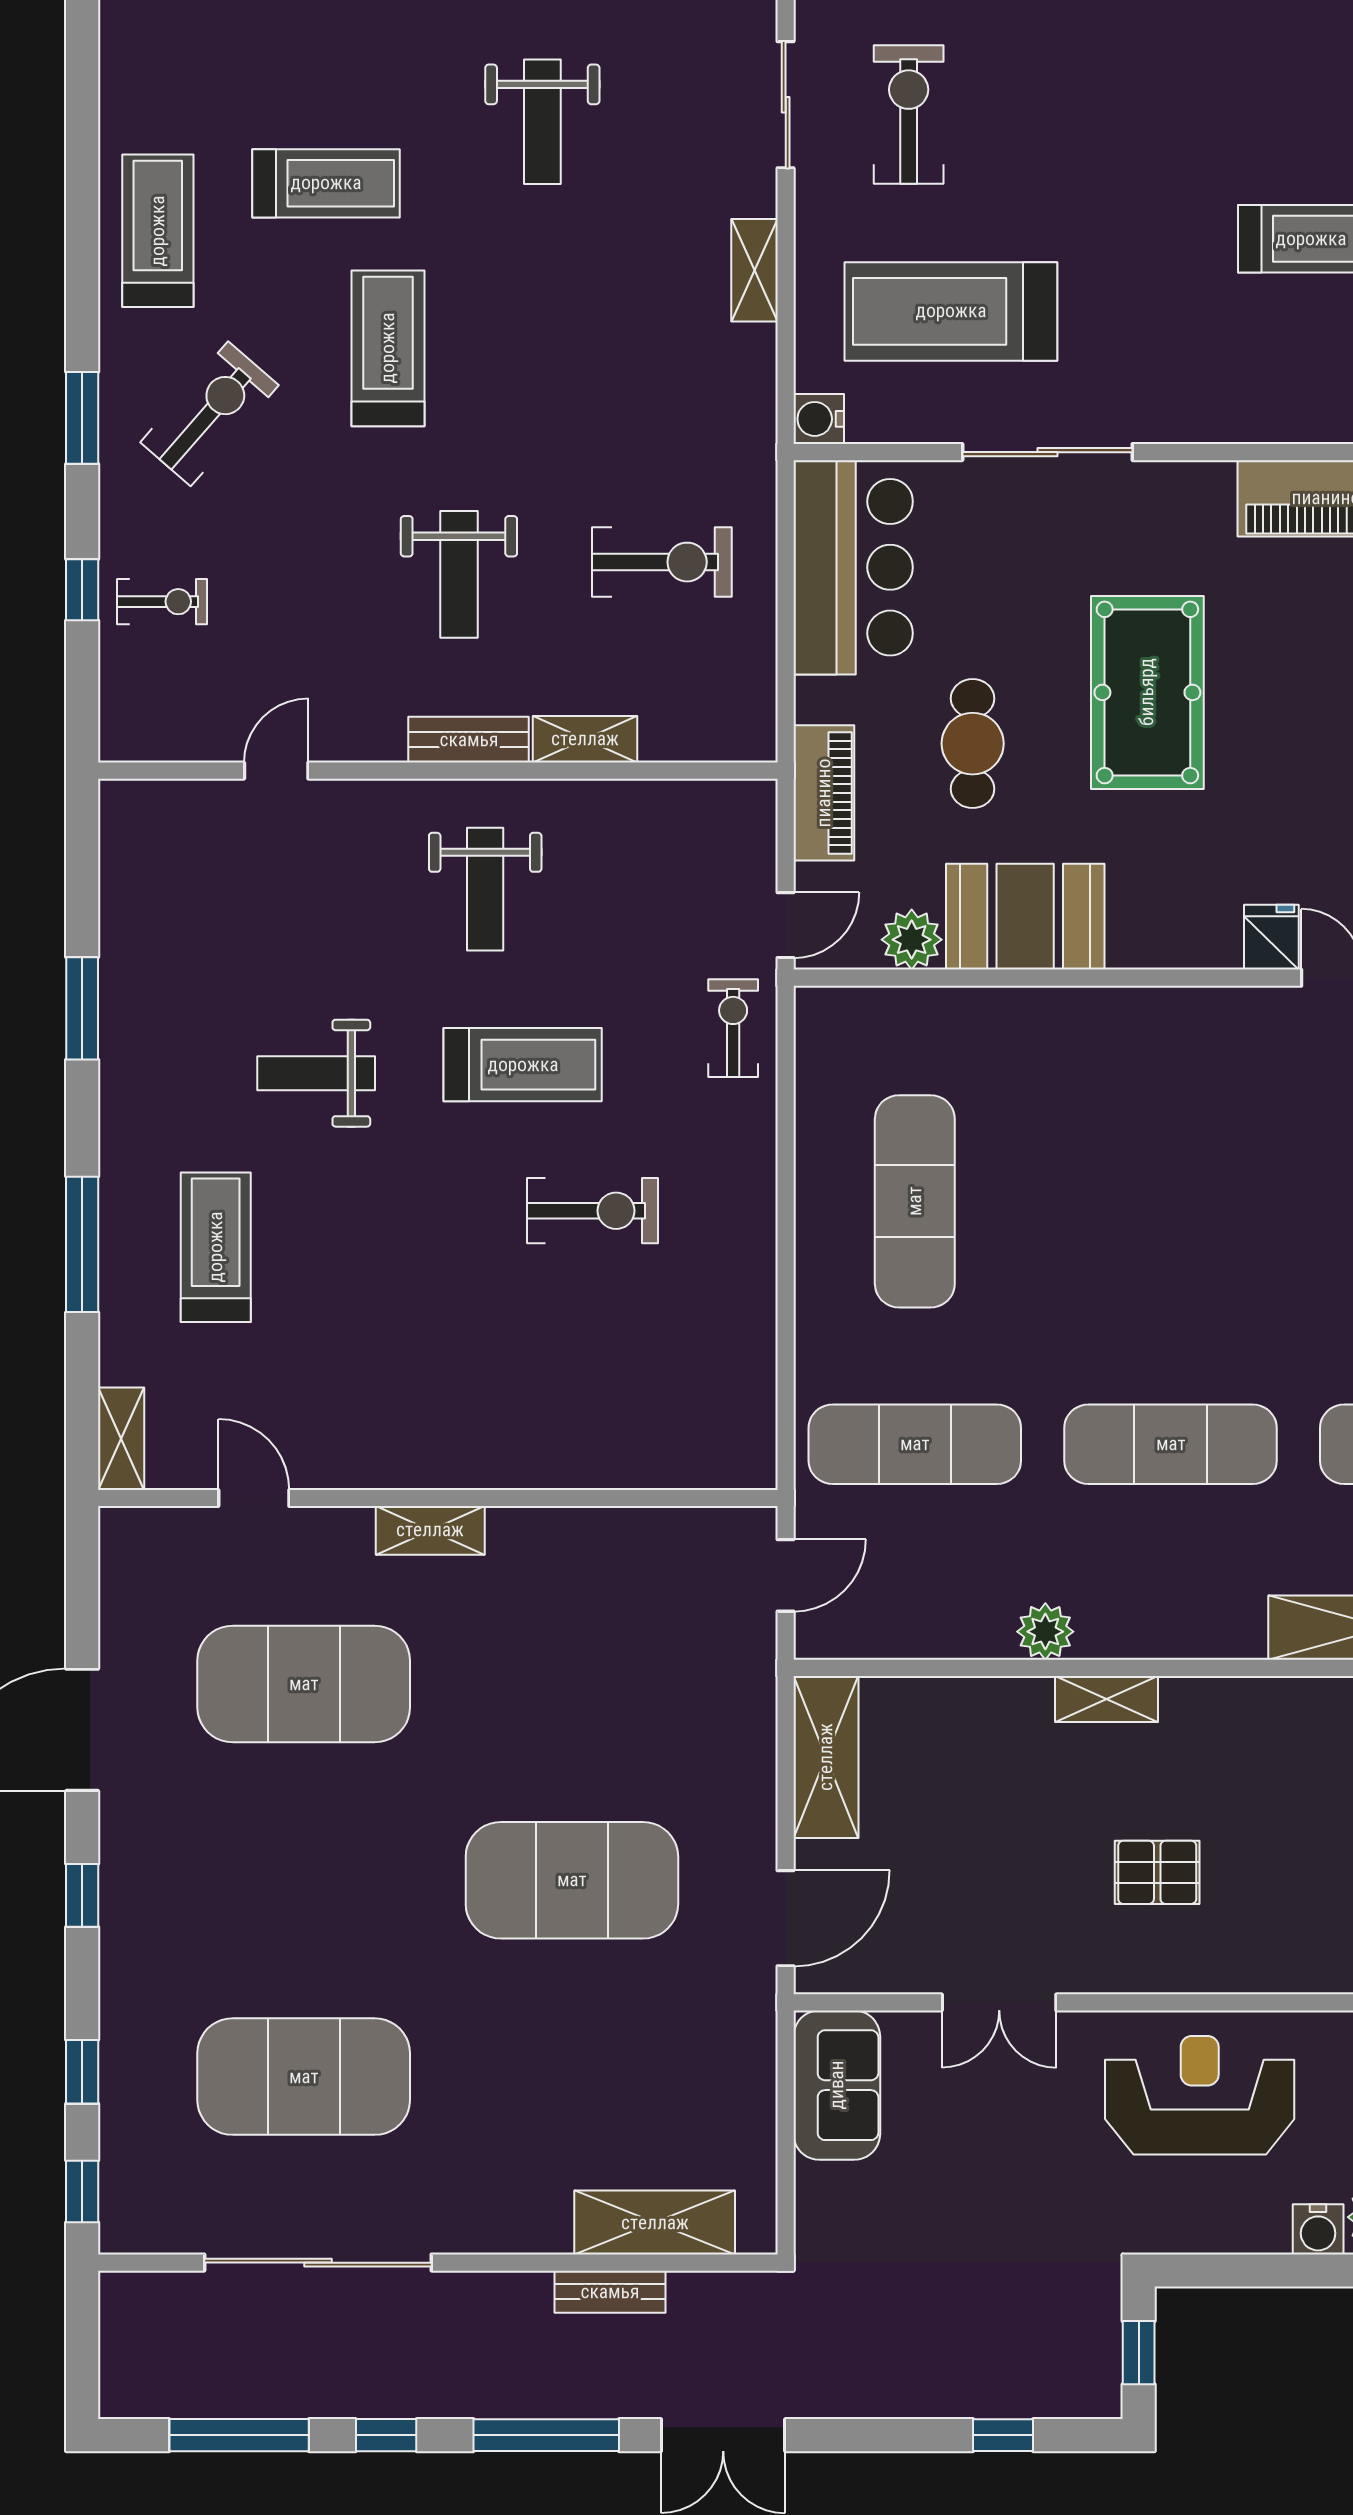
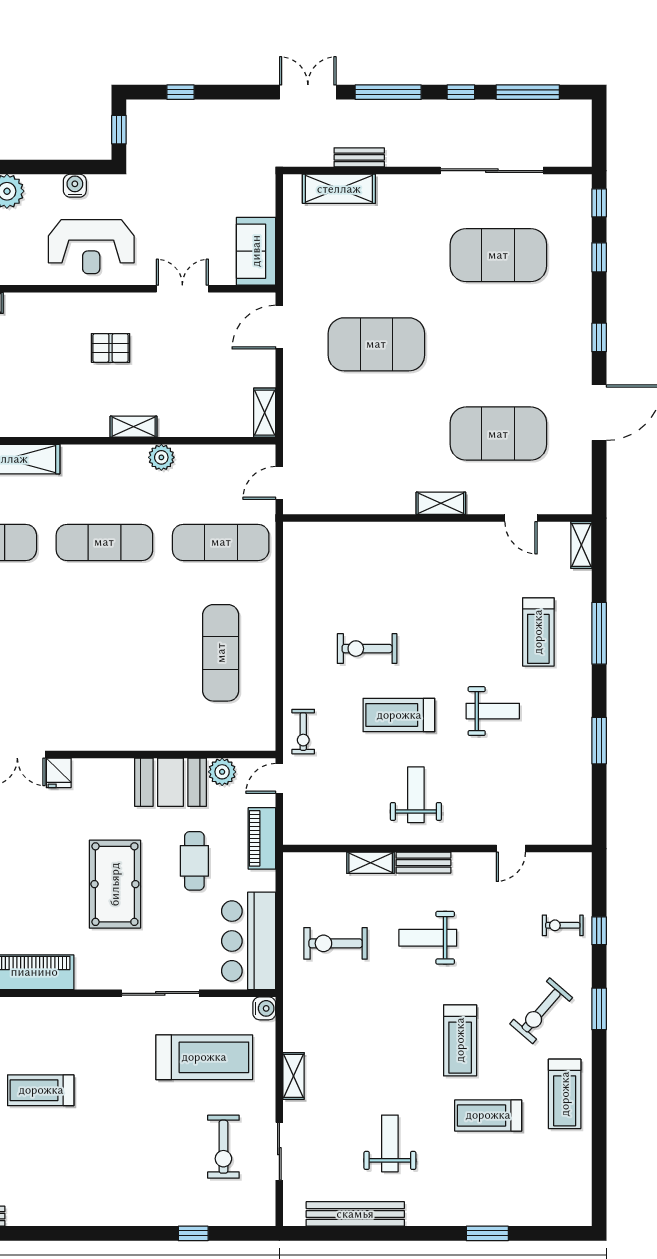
weight bench: (459, 574) -> (428, 938), turned -90
shelving: (826, 1757) -> (265, 413), width x0.67, depth x0.75
water cooler: (1318, 2229) -> (75, 186), moved

